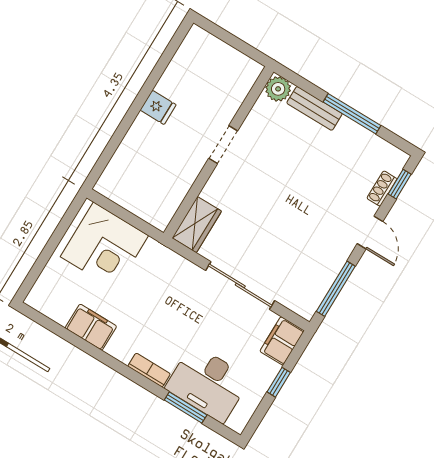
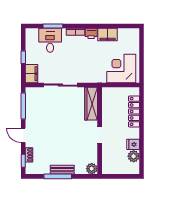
plant: (183, 64) -> (134, 156), added
fridge: (158, 107) -> (133, 144), moved
bench: (314, 108) -> (62, 170), moved
locker: (130, 149) -> (134, 111), added
wardrobe: (197, 225) -> (91, 104), width x1.50
printer: (121, 348) -> (91, 33), added
desk: (208, 383) -> (50, 40), width x0.73

